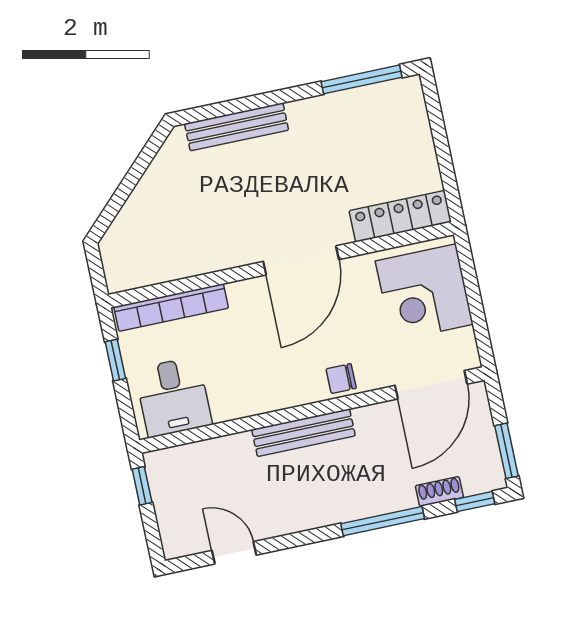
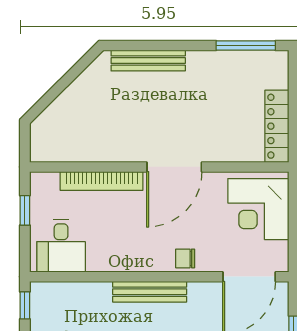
locker: (400, 216) -> (277, 126), moved, turned -90
bookcase: (171, 307) -> (102, 181), moved

